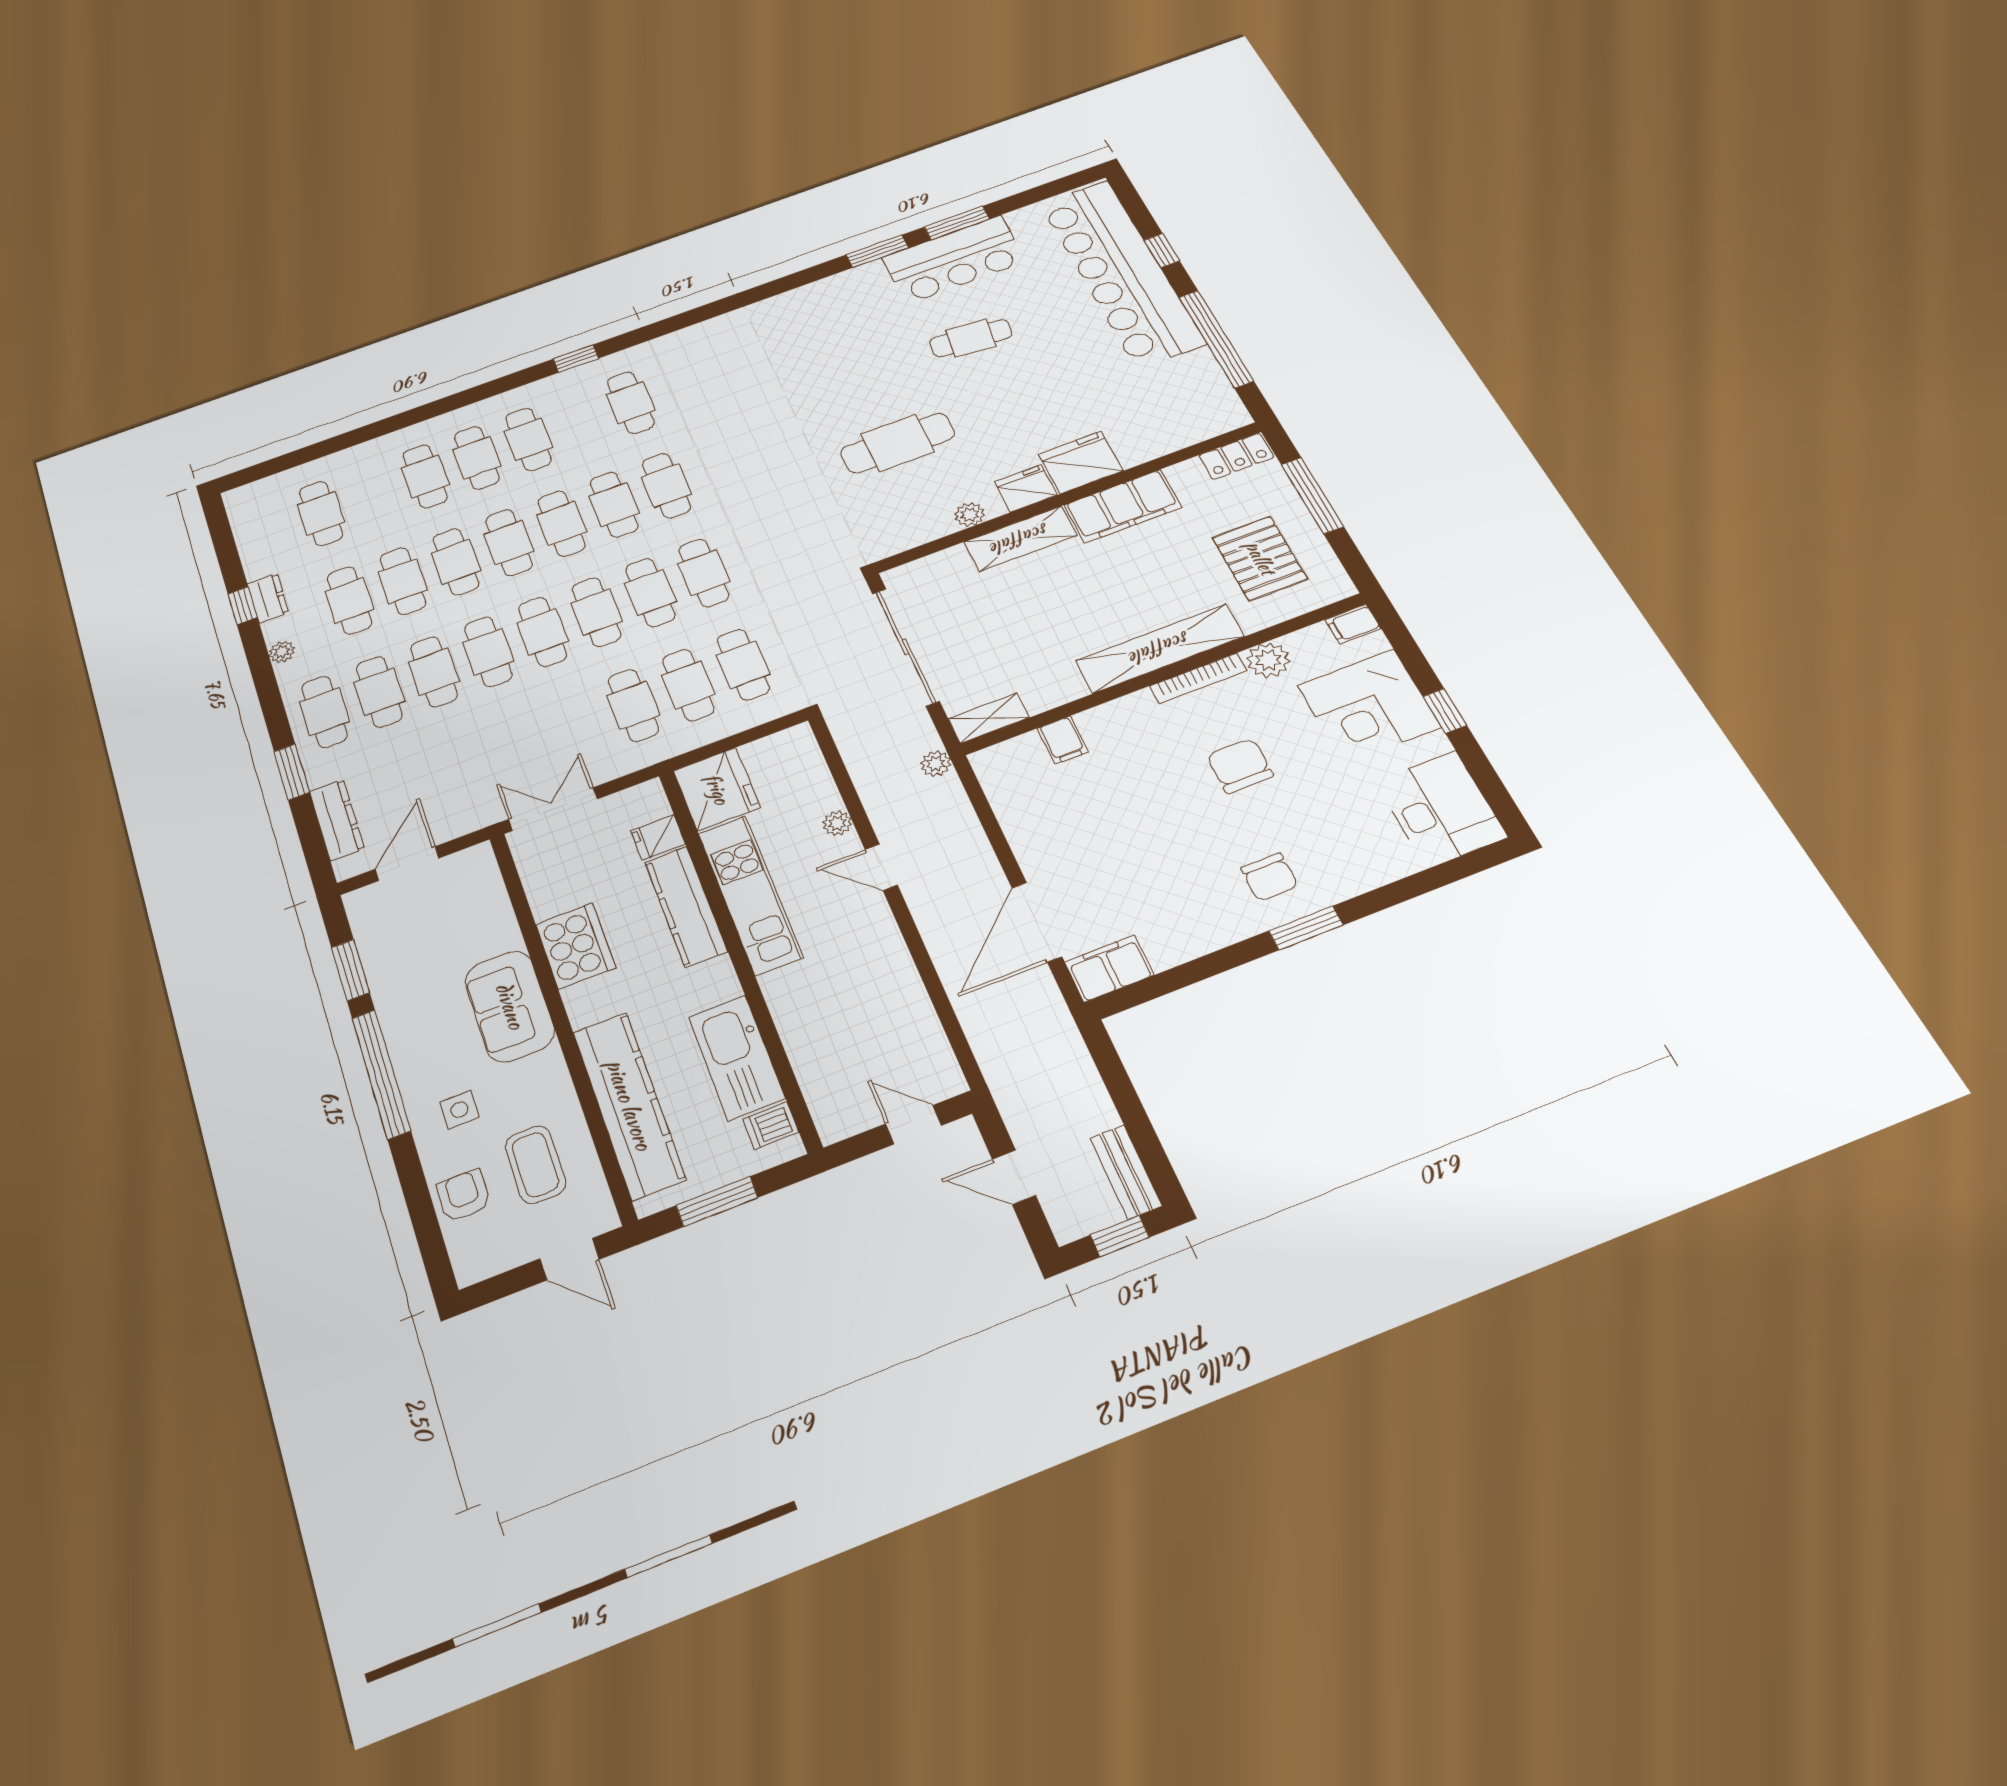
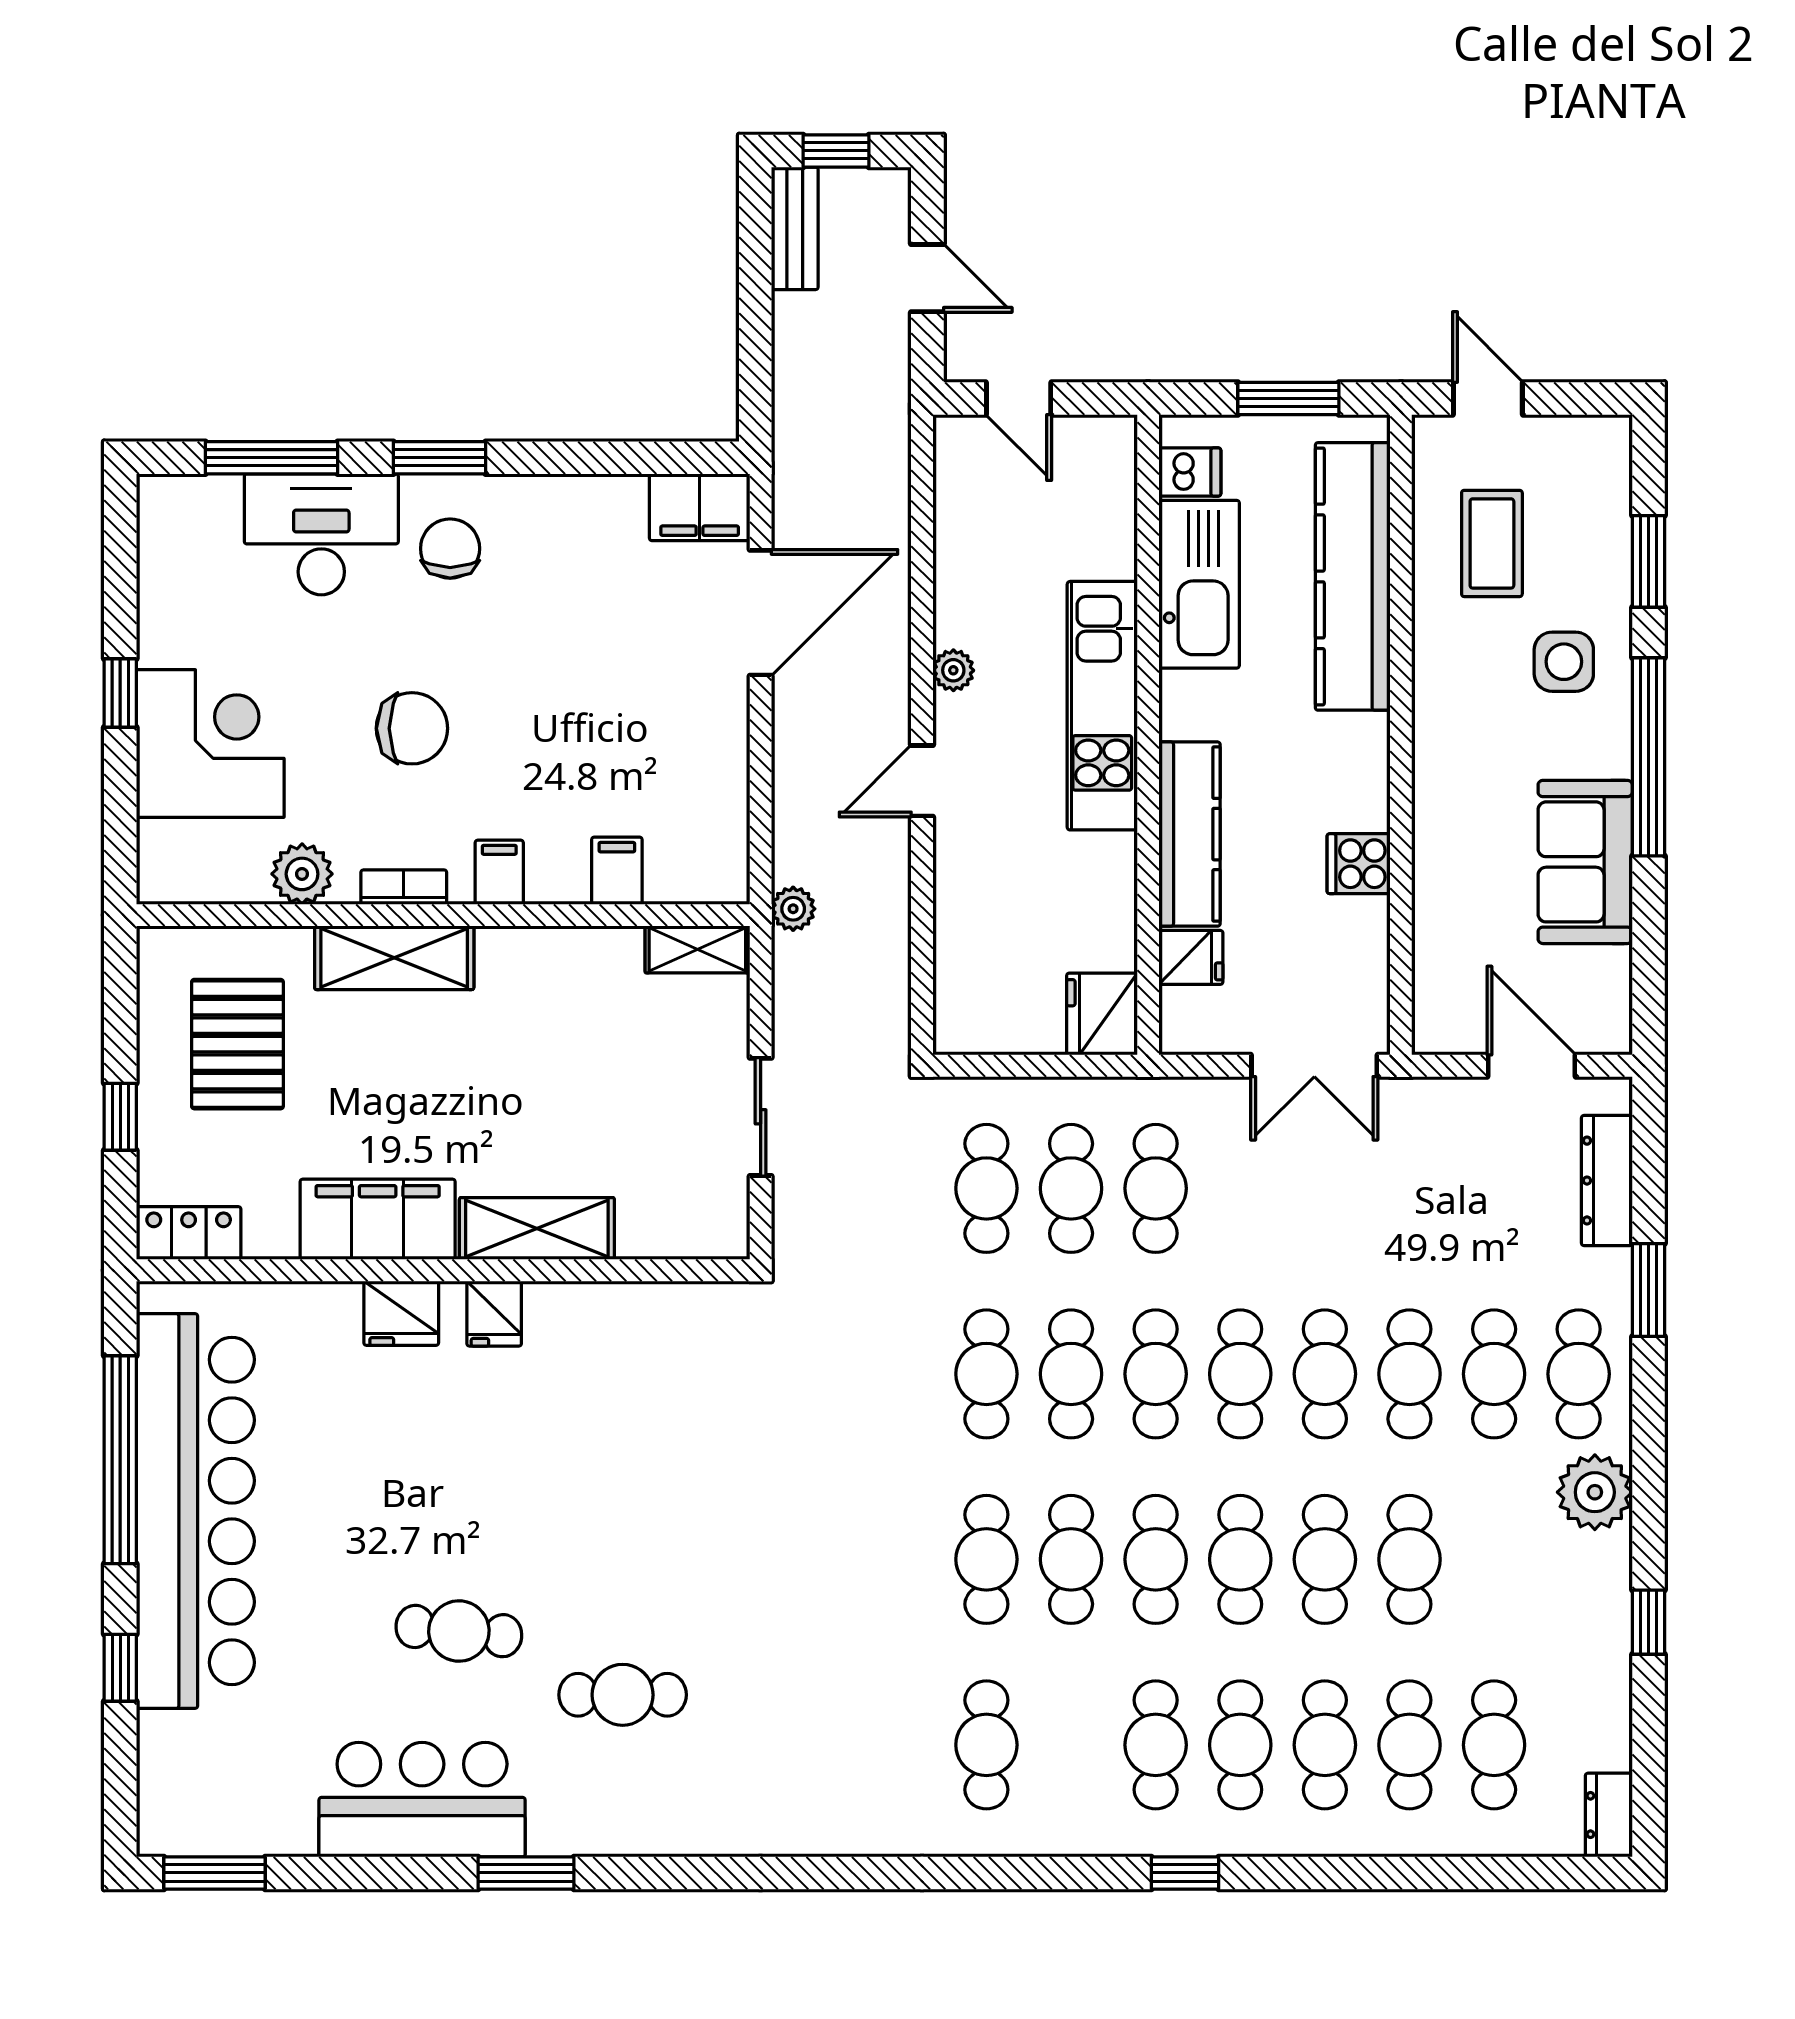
window: (957, 223) -> (215, 1873), moved
bar counter: (1122, 273) -> (195, 1511), moved
window: (576, 359) -> (1185, 1873), moved
cafe table: (898, 443) -> (623, 1695), moved, width x0.73, depth x0.74
fridge: (1081, 462) -> (401, 1313), width x0.73, depth x0.75
fridge: (1026, 488) -> (494, 1314), width x0.72
window: (1312, 495) -> (120, 1117), width x0.46
plant: (970, 515) -> (588, 1304), removed
dresser: (268, 598) -> (1609, 1815), moved
cafe table: (349, 600) -> (1409, 1745), moved
filing cabinet: (1353, 624) -> (499, 872), moved, turned -90
sliding door: (906, 647) -> (761, 1117), width x0.54
shelving: (1160, 648) -> (394, 958), width x0.68
plant: (282, 652) -> (1595, 1492), width x1.88, depth x1.88
bookcase: (1198, 678) -> (404, 887), width x0.64
chair: (1240, 766) -> (412, 728), turned -90
fridge: (717, 789) -> (1102, 1014), width x0.73, depth x0.75
desk: (1441, 809) -> (321, 534), moved, turned 90
plant: (837, 823) -> (953, 670), moved
door: (407, 864) -> (1531, 1066), swing flipped
door: (881, 867) -> (922, 781), swing flipped
window: (1422, 883) -> (272, 458), added
kitchen unit: (750, 895) -> (1102, 706), moved
cooker: (575, 946) -> (1359, 864), width x0.53, depth x0.76
window: (350, 970) -> (1648, 561), moved
sofa: (510, 1006) -> (1585, 862), moved, turned 180
side table: (459, 1110) -> (1564, 662), width x1.37, depth x1.37
armchair: (463, 1196) -> (1592, 539), removed

